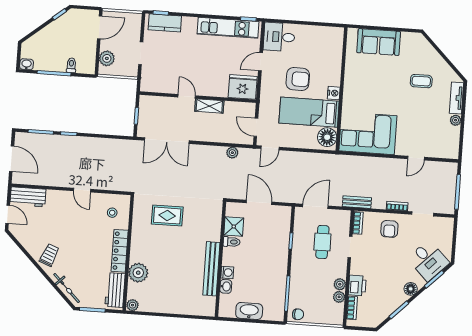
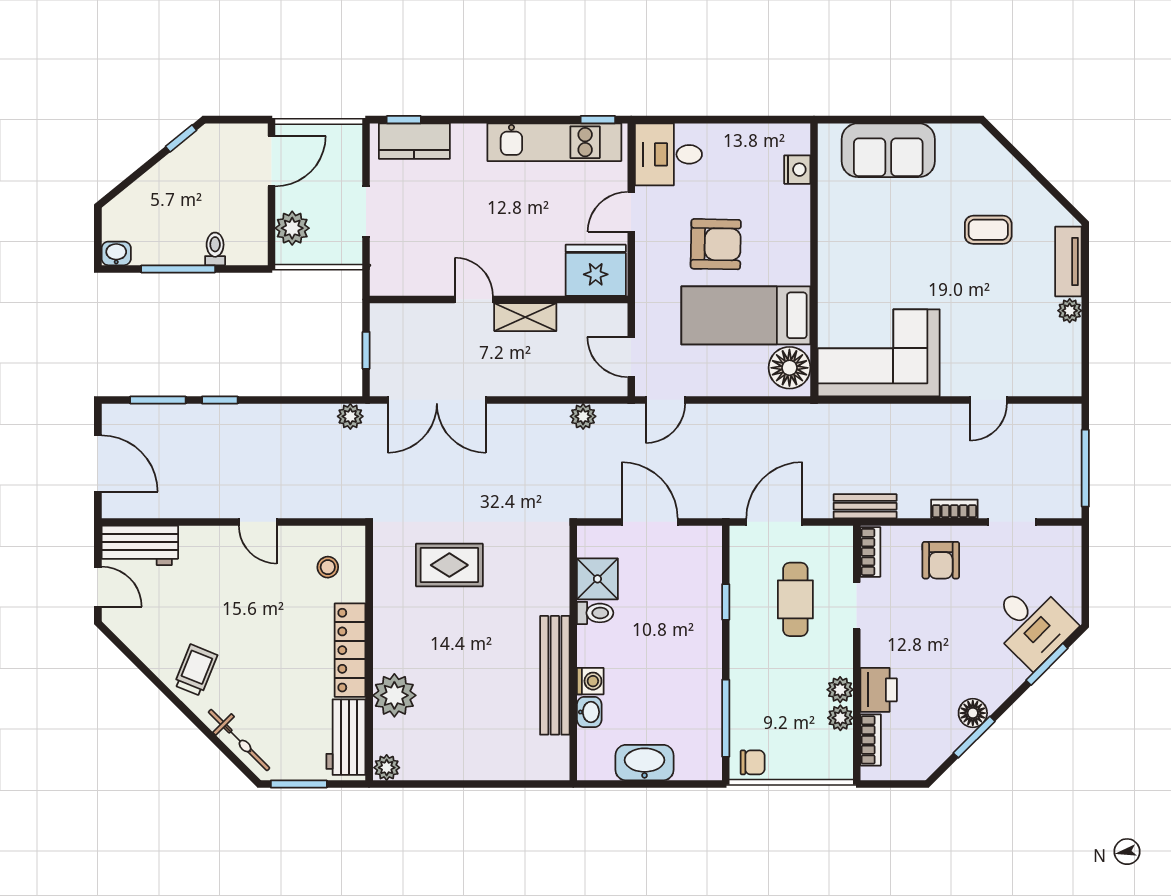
nightstand: (334, 93) -> (797, 170), moved
plant: (127, 145) -> (350, 416), added
floor lamp: (411, 289) -> (973, 713), moved

